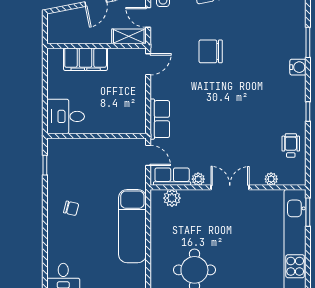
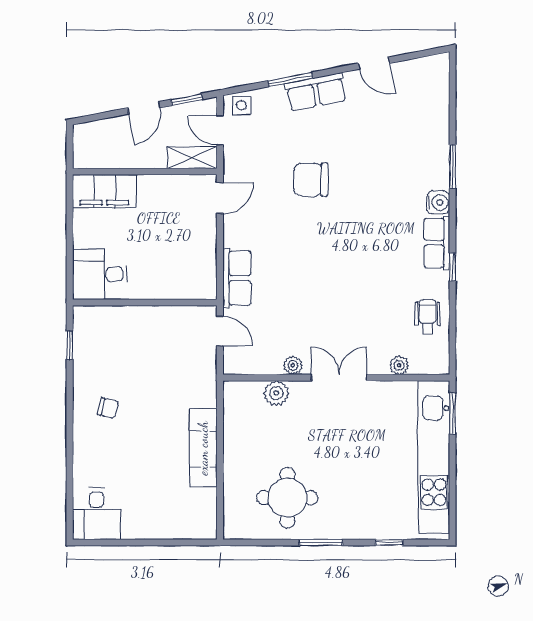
filing cabinet: (86, 59) -> (104, 191), moved
row of seats: (172, 177) -> (437, 243), moved, turned -90
plant: (172, 198) -> (276, 393), moved
exam couch: (132, 226) -> (203, 448), width x0.73, depth x0.69

